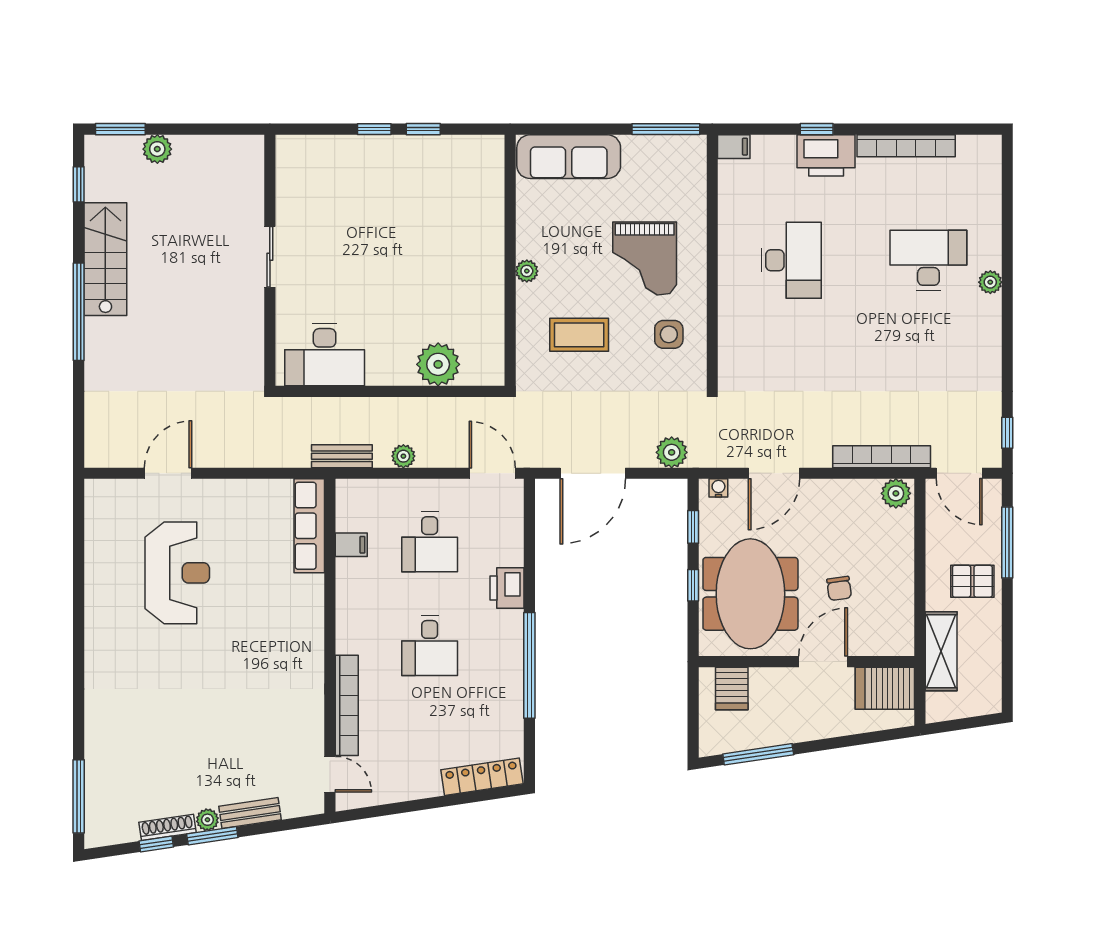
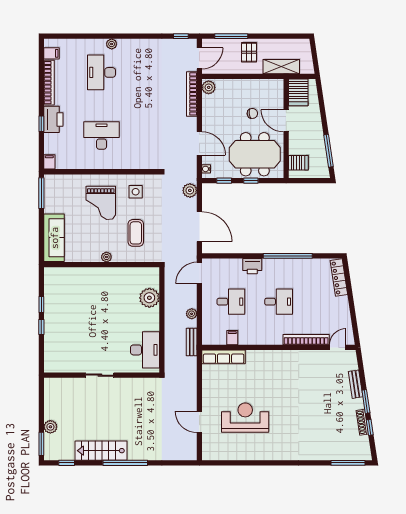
filing cabinet: (970, 151) -> (51, 53), added
grand piano: (645, 258) -> (101, 203), turned 90
plant: (207, 820) -> (359, 404), removed

